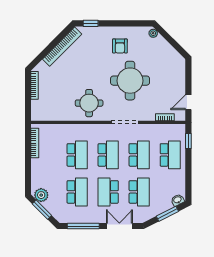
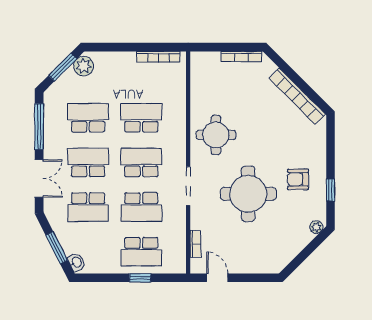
window: (91, 23) -> (330, 190), moved
window: (188, 141) -> (140, 278), moved
school desk: (77, 155) -> (141, 118), turned 180
school desk: (108, 155) -> (141, 162), turned 180
school desk: (77, 192) -> (88, 118), turned 180

